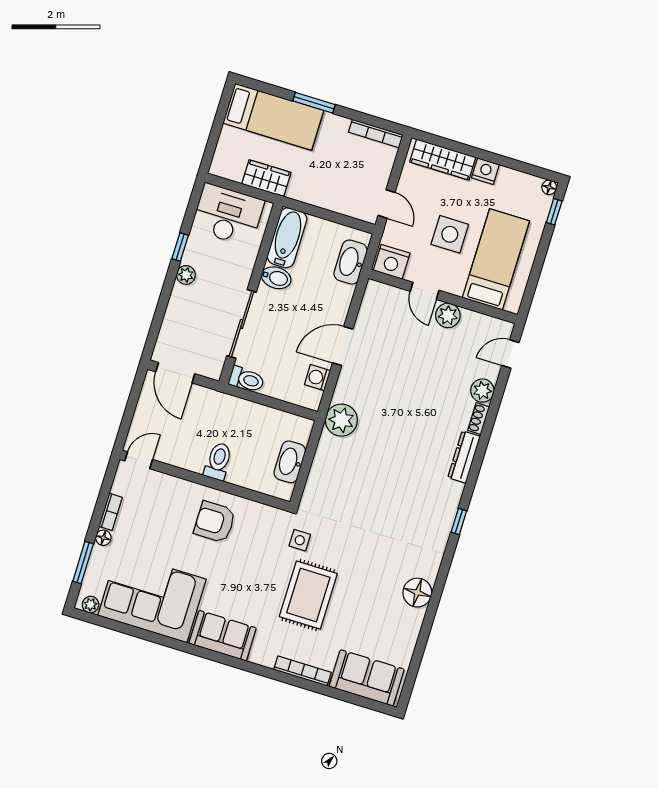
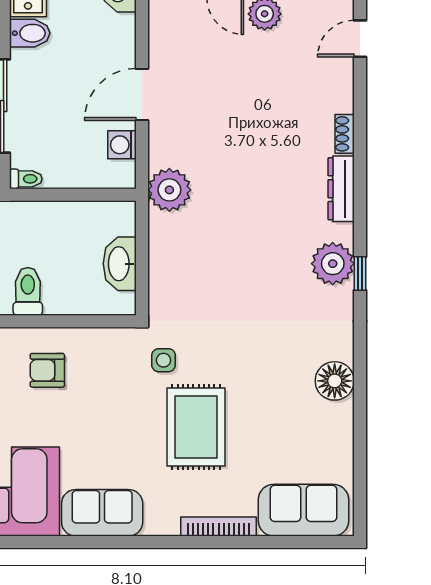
toilet: (247, 379) -> (26, 179), width x0.73, depth x0.72
plant: (482, 391) -> (333, 264), moved, width x1.36, depth x1.36
armchair: (215, 522) -> (47, 370), width x0.72, depth x0.72

